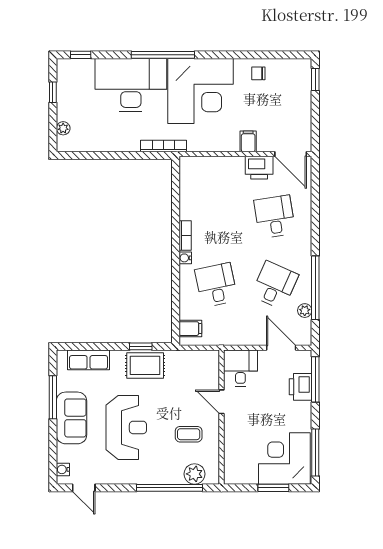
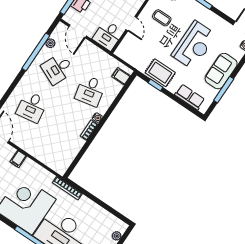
printer: (259, 168) -> (22, 140), removed
reception desk: (126, 427) -> (194, 45), turned 180

